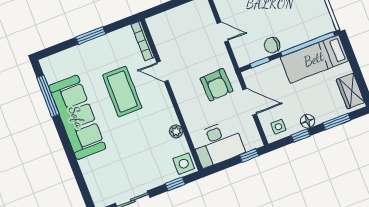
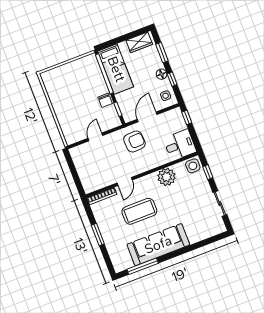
plant: (176, 131) -> (166, 177), width x1.87, depth x1.87
desk: (218, 144) -> (180, 145), width x0.73

